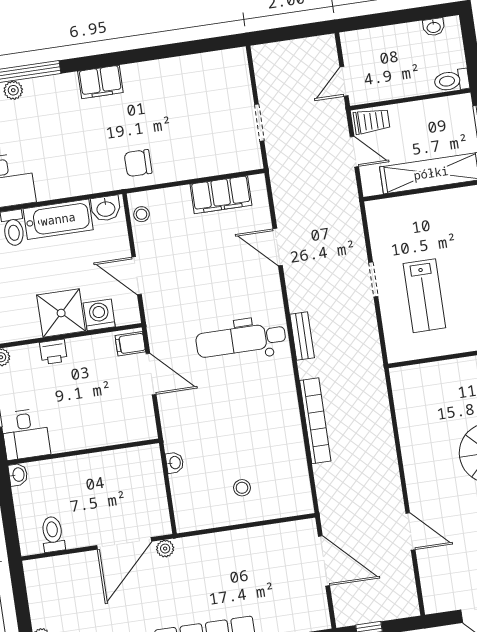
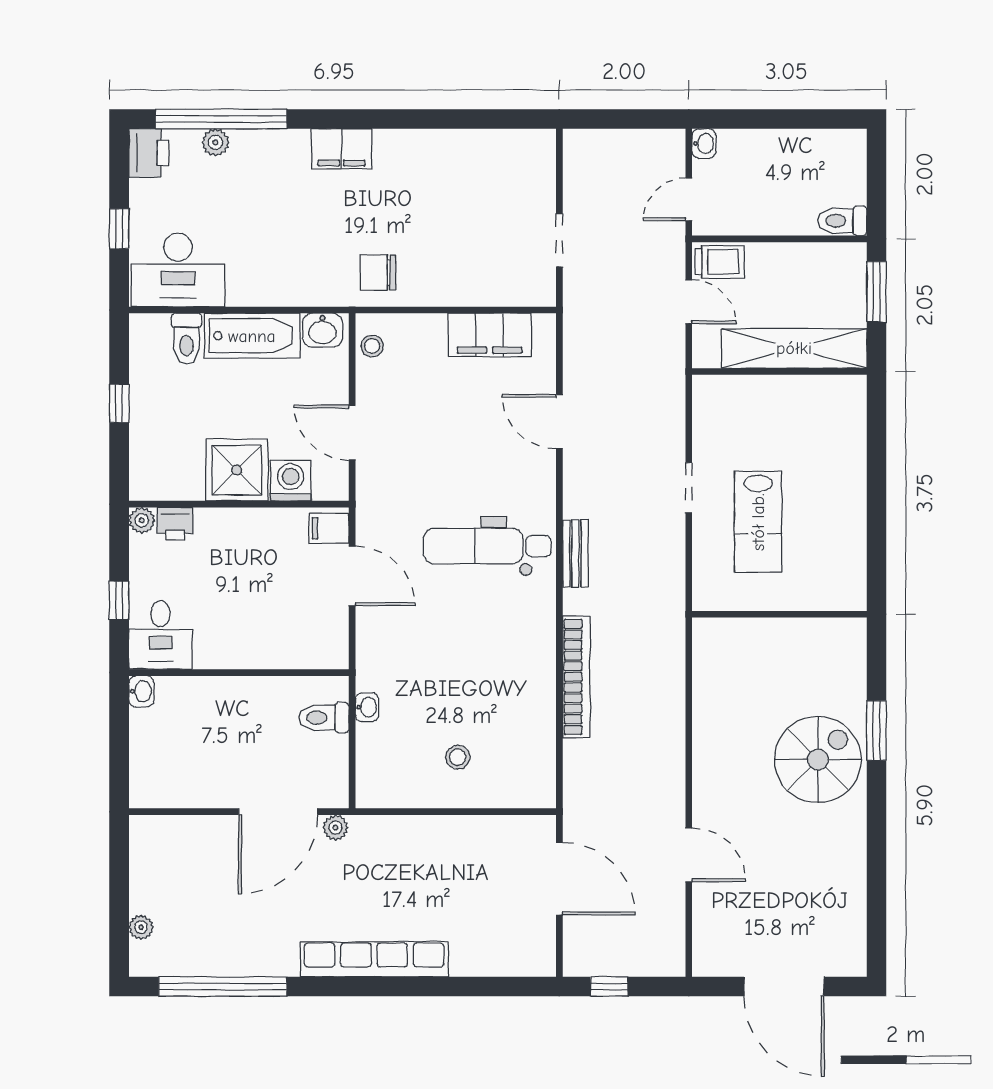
washbasin: (434, 27) -> (704, 143), moved, turned -90
printer: (53, 352) -> (175, 524), moved
toilet: (53, 534) -> (324, 718), moved, turned -90

